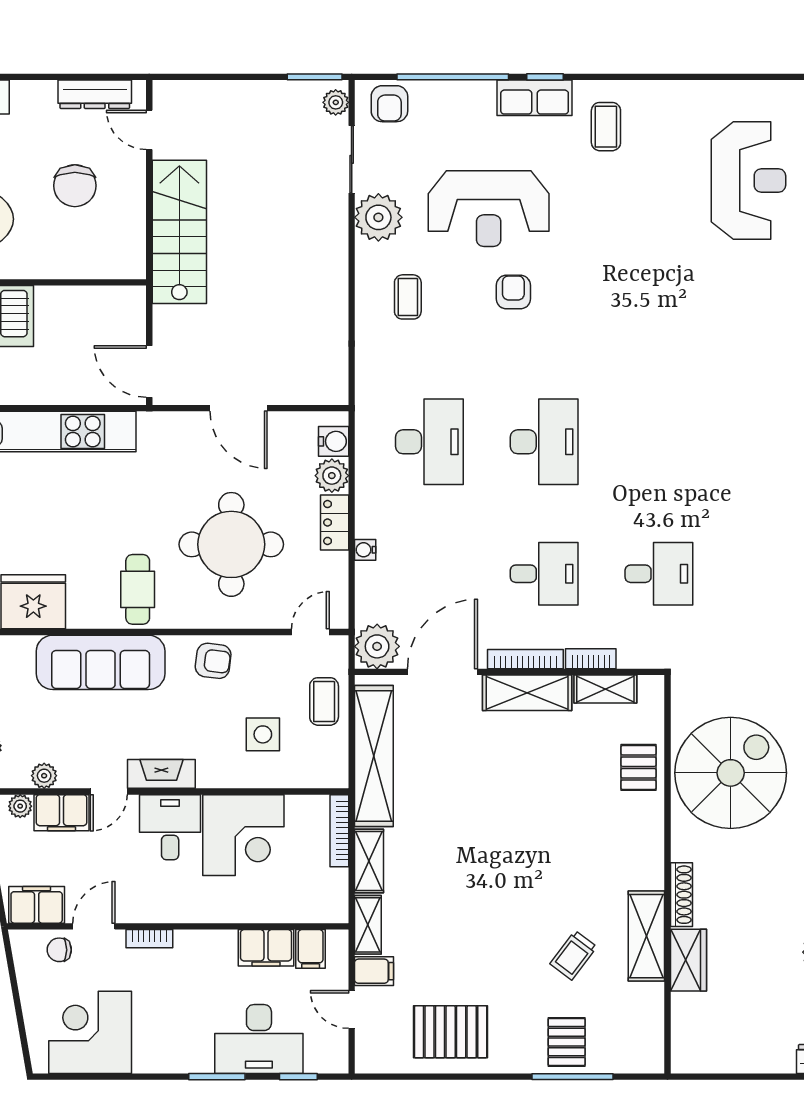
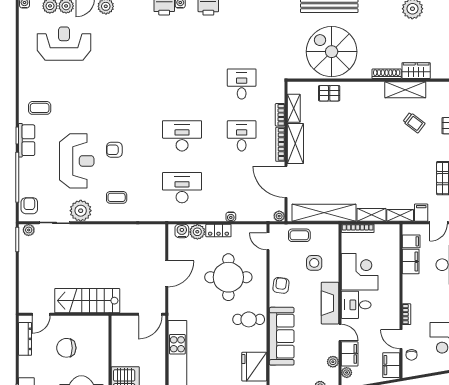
armchair: (389, 104) -> (29, 206), turned -90
chair: (75, 186) -> (66, 348), turned 180
plant: (377, 646) -> (279, 216), width x0.53, depth x0.53
fireplace: (161, 774) -> (330, 303), width x1.37, depth x1.32

